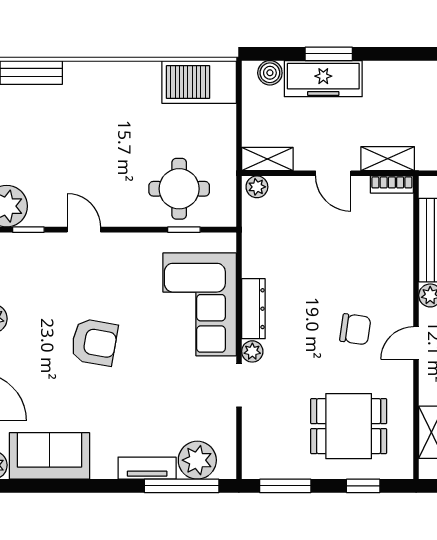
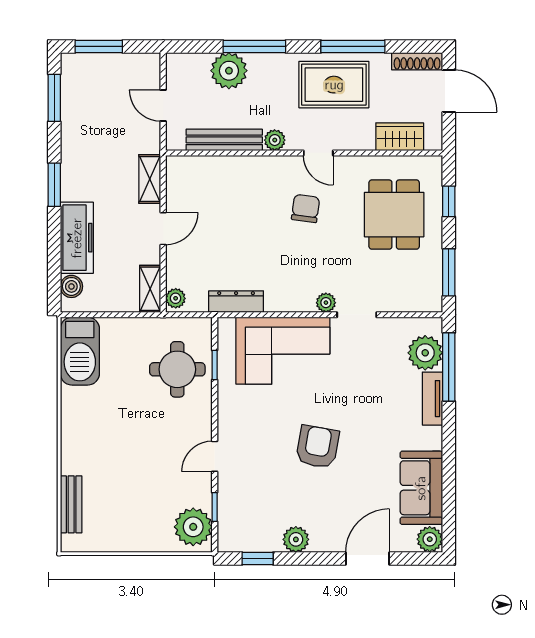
window: (329, 54) -> (54, 185), moved
bookcase: (392, 185) -> (173, 175), removed
dresser: (253, 309) -> (236, 302), moved

